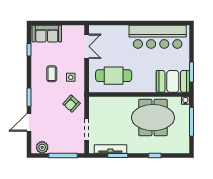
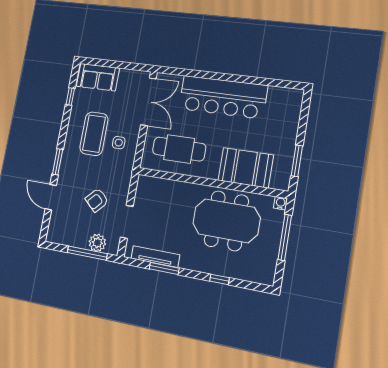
bar counter: (158, 37) -> (223, 97), moved
double door: (87, 46) -> (148, 102), width x1.37
coffee table: (52, 74) -> (94, 134), width x1.86, depth x1.72
booth: (173, 81) -> (246, 168), moved
armchair: (71, 104) -> (97, 200), moved
door: (29, 122) -> (51, 197), hinge flipped
plant: (42, 147) -> (97, 243), moved

